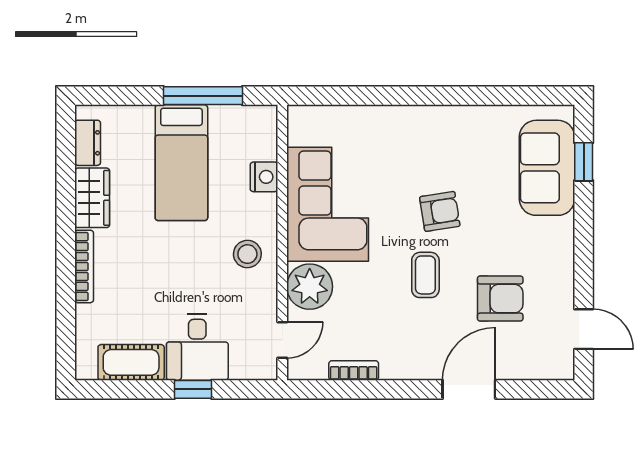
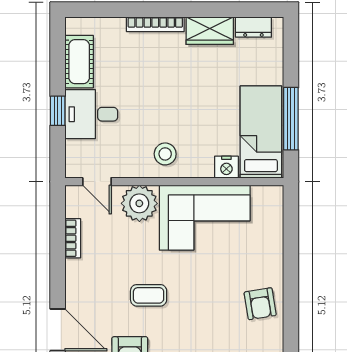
bed: (181, 163) -> (261, 132), moved, turned 90
armchair: (440, 211) -> (260, 304), moved

